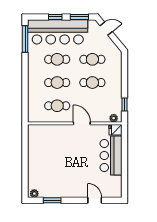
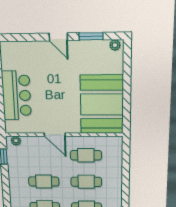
fridge: (115, 130) -> (13, 127), removed
booth: (44, 148) -> (102, 104), added
door: (95, 200) -> (58, 37), moved

